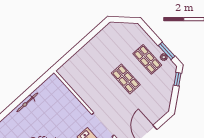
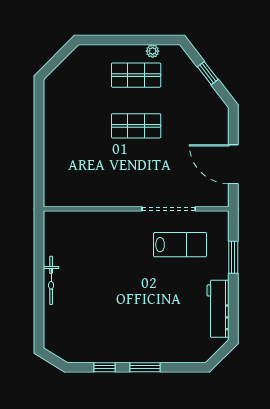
window: (167, 51) -> (148, 40), removed
window: (177, 79) -> (208, 73), moved

